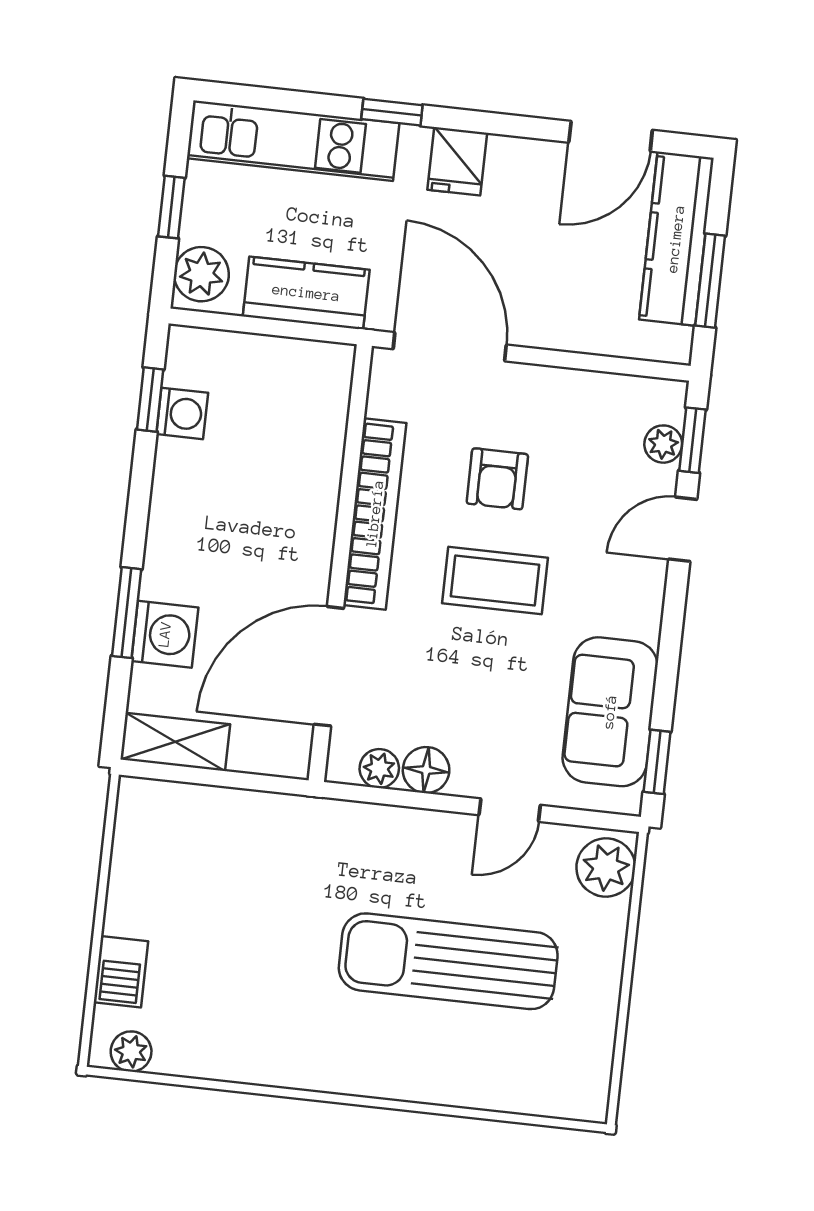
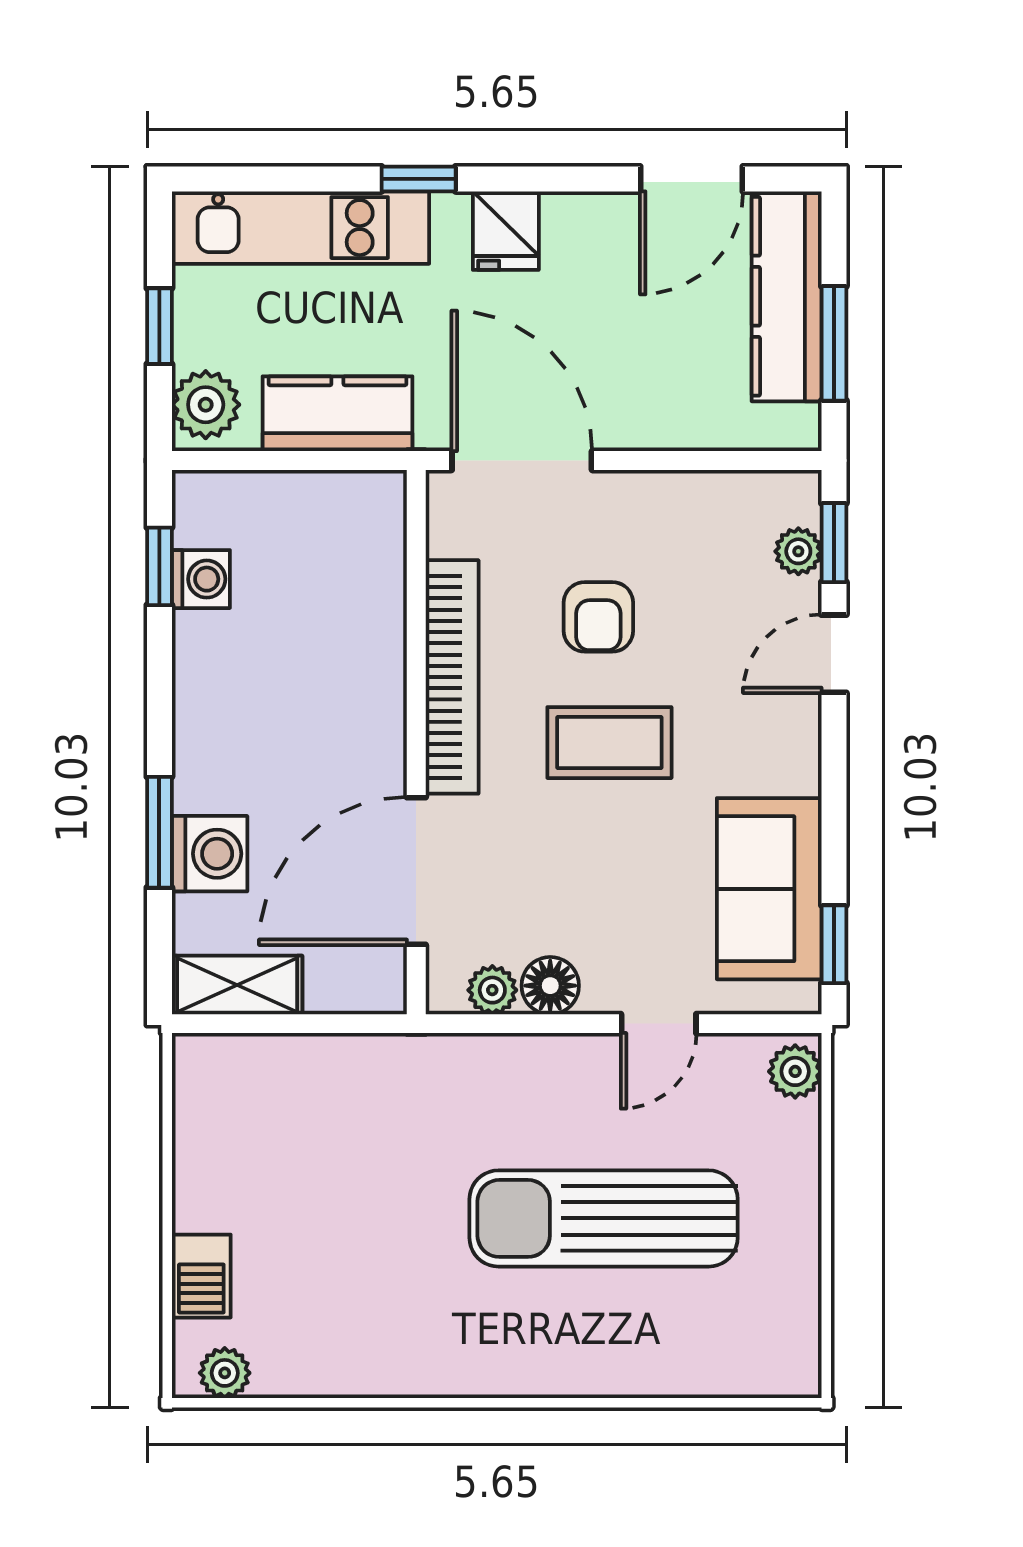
plant: (606, 867) -> (795, 1071), width x0.73, depth x0.73

